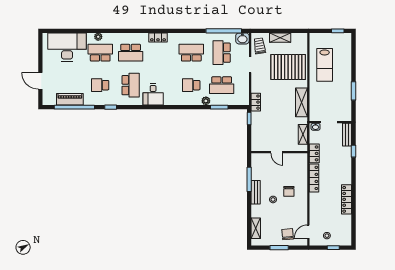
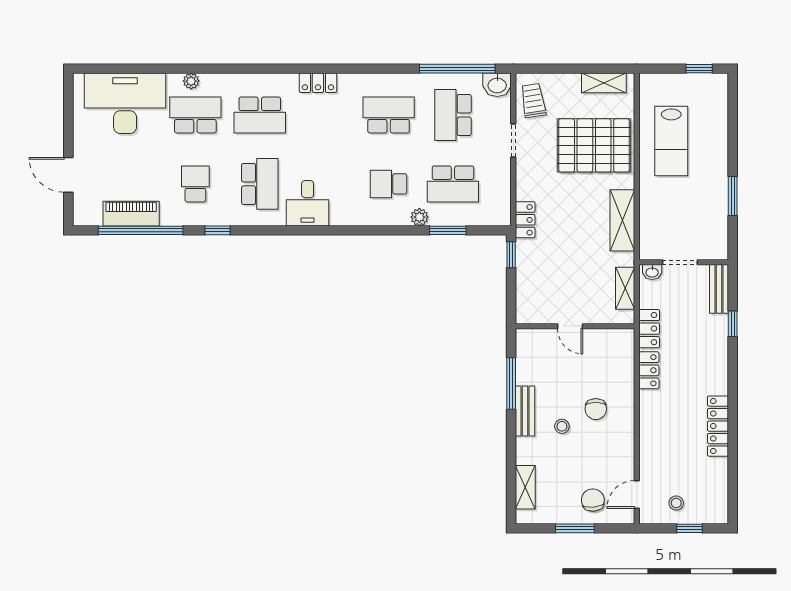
shelving: (280, 38) -> (604, 83), moved
school desk: (100, 85) -> (195, 184), turned 90
locker: (314, 178) -> (649, 370), width x0.66

